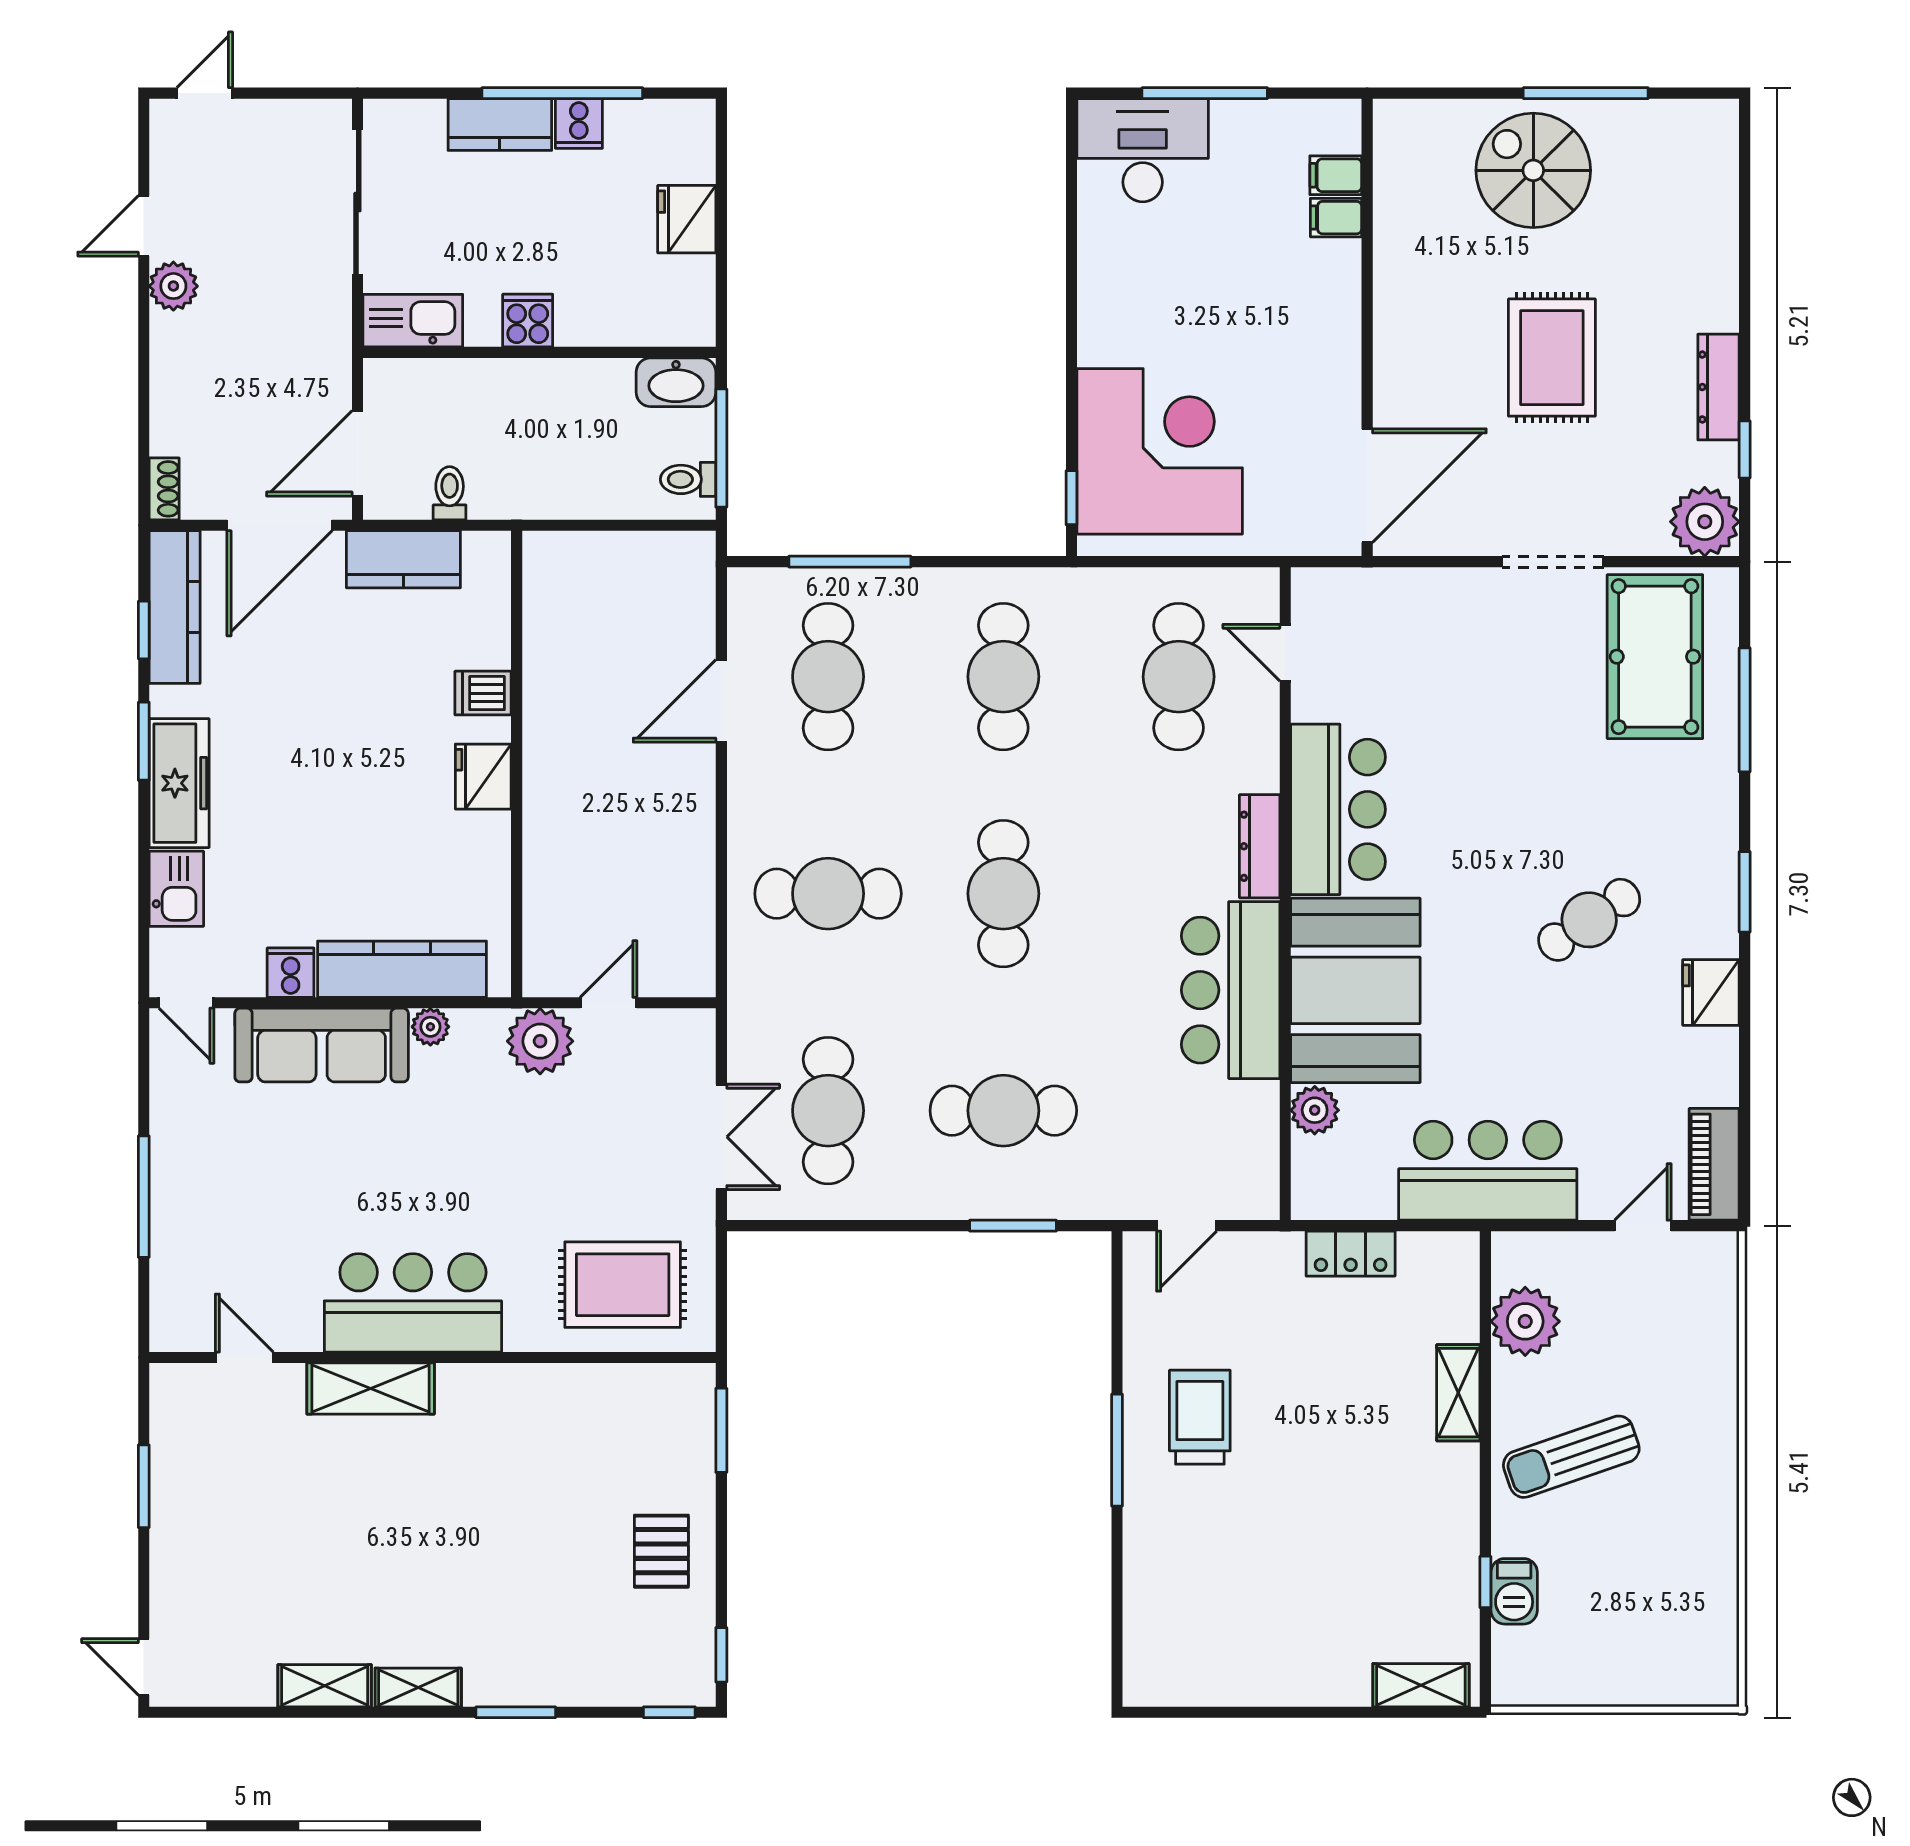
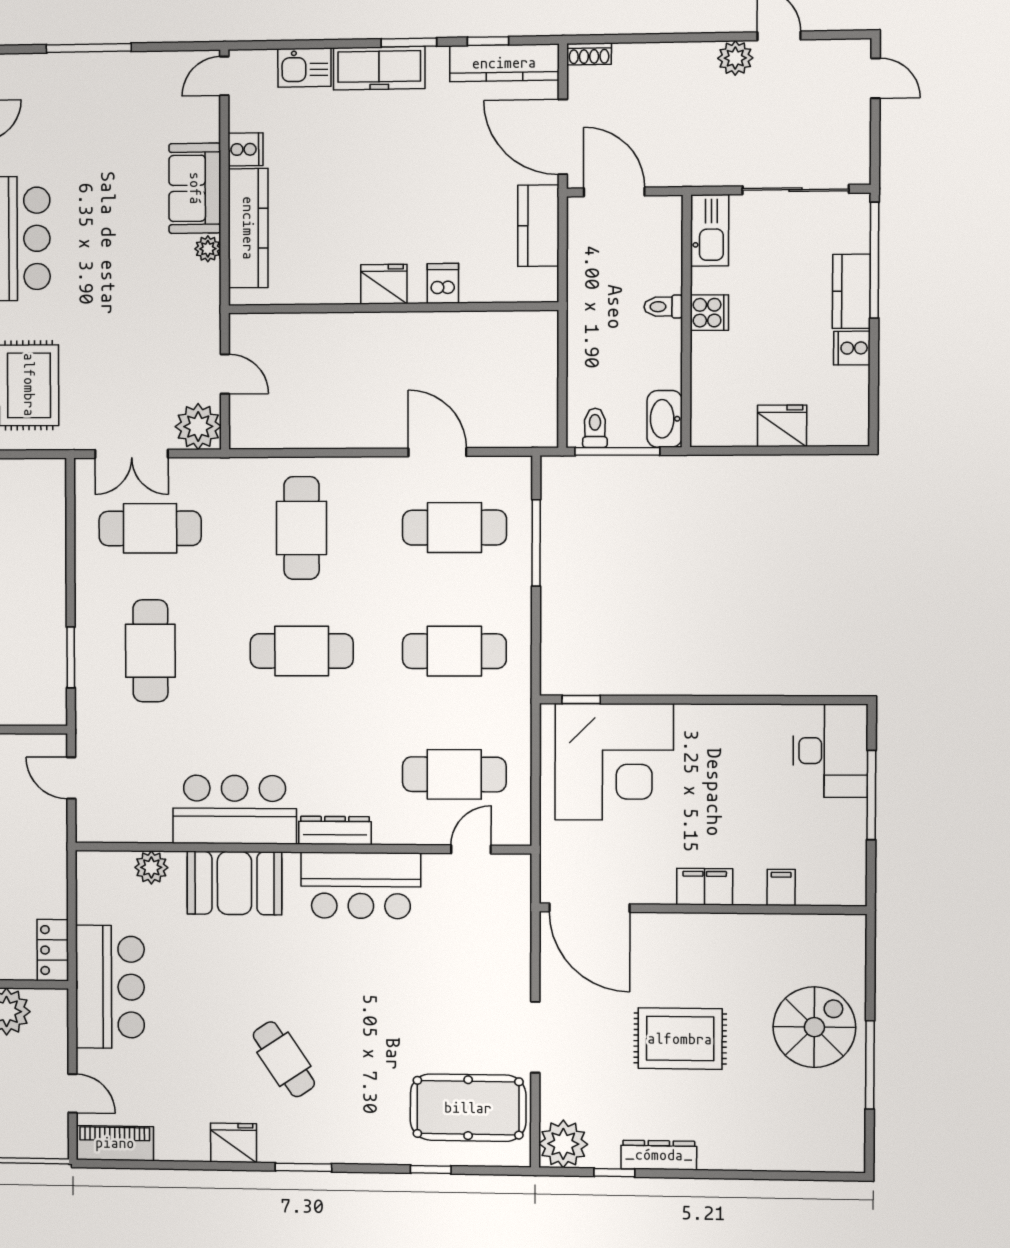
window: (562, 93) -> (874, 260), moved
filing cabinet: (1336, 175) -> (705, 887), moved, width x2.00
toilet: (450, 493) -> (663, 307), moved, turned 180
window: (1745, 710) -> (431, 1169), width x0.46
booth: (1355, 990) -> (234, 883), width x0.73, depth x0.70
plant: (540, 1041) -> (198, 427), moved
sofa: (322, 1045) -> (195, 188), width x0.73
locker: (1351, 1254) -> (53, 950), moved

